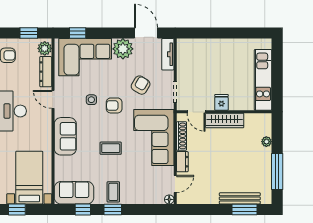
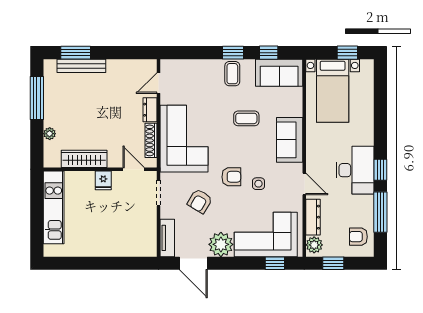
wardrobe: (225, 121) -> (84, 159), moved
coffee table: (111, 148) -> (246, 118), moved
floor lamp: (169, 199) -> (166, 65), removed

